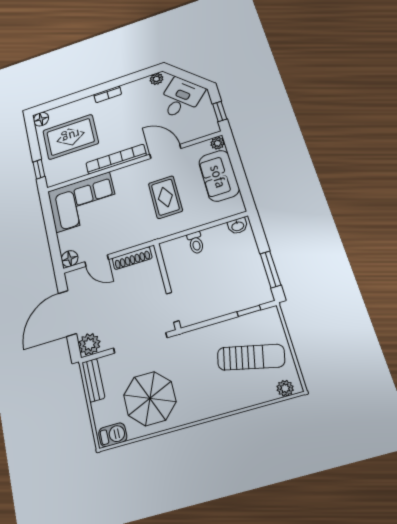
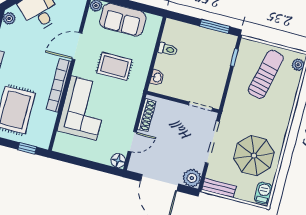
corner sofa: (83, 202) -> (84, 108), moved
washbasin: (238, 226) -> (157, 78), moved
toilet: (196, 243) -> (168, 49), moved

